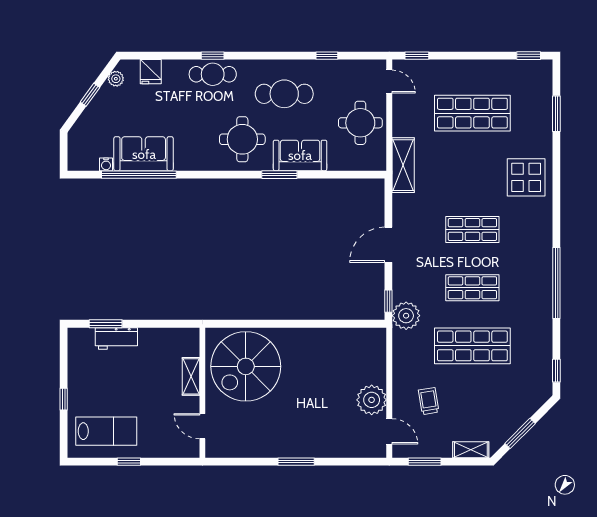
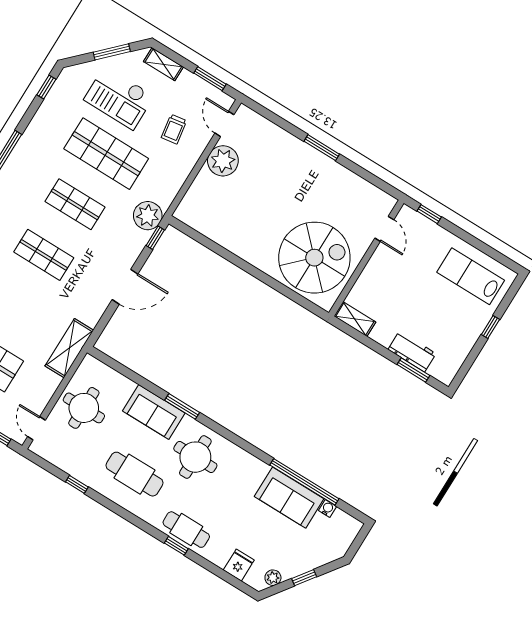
shelving: (191, 376) -> (355, 319), moved, turned 90
checkout: (491, 399) -> (119, 98), added
window: (129, 462) -> (429, 214), moved

